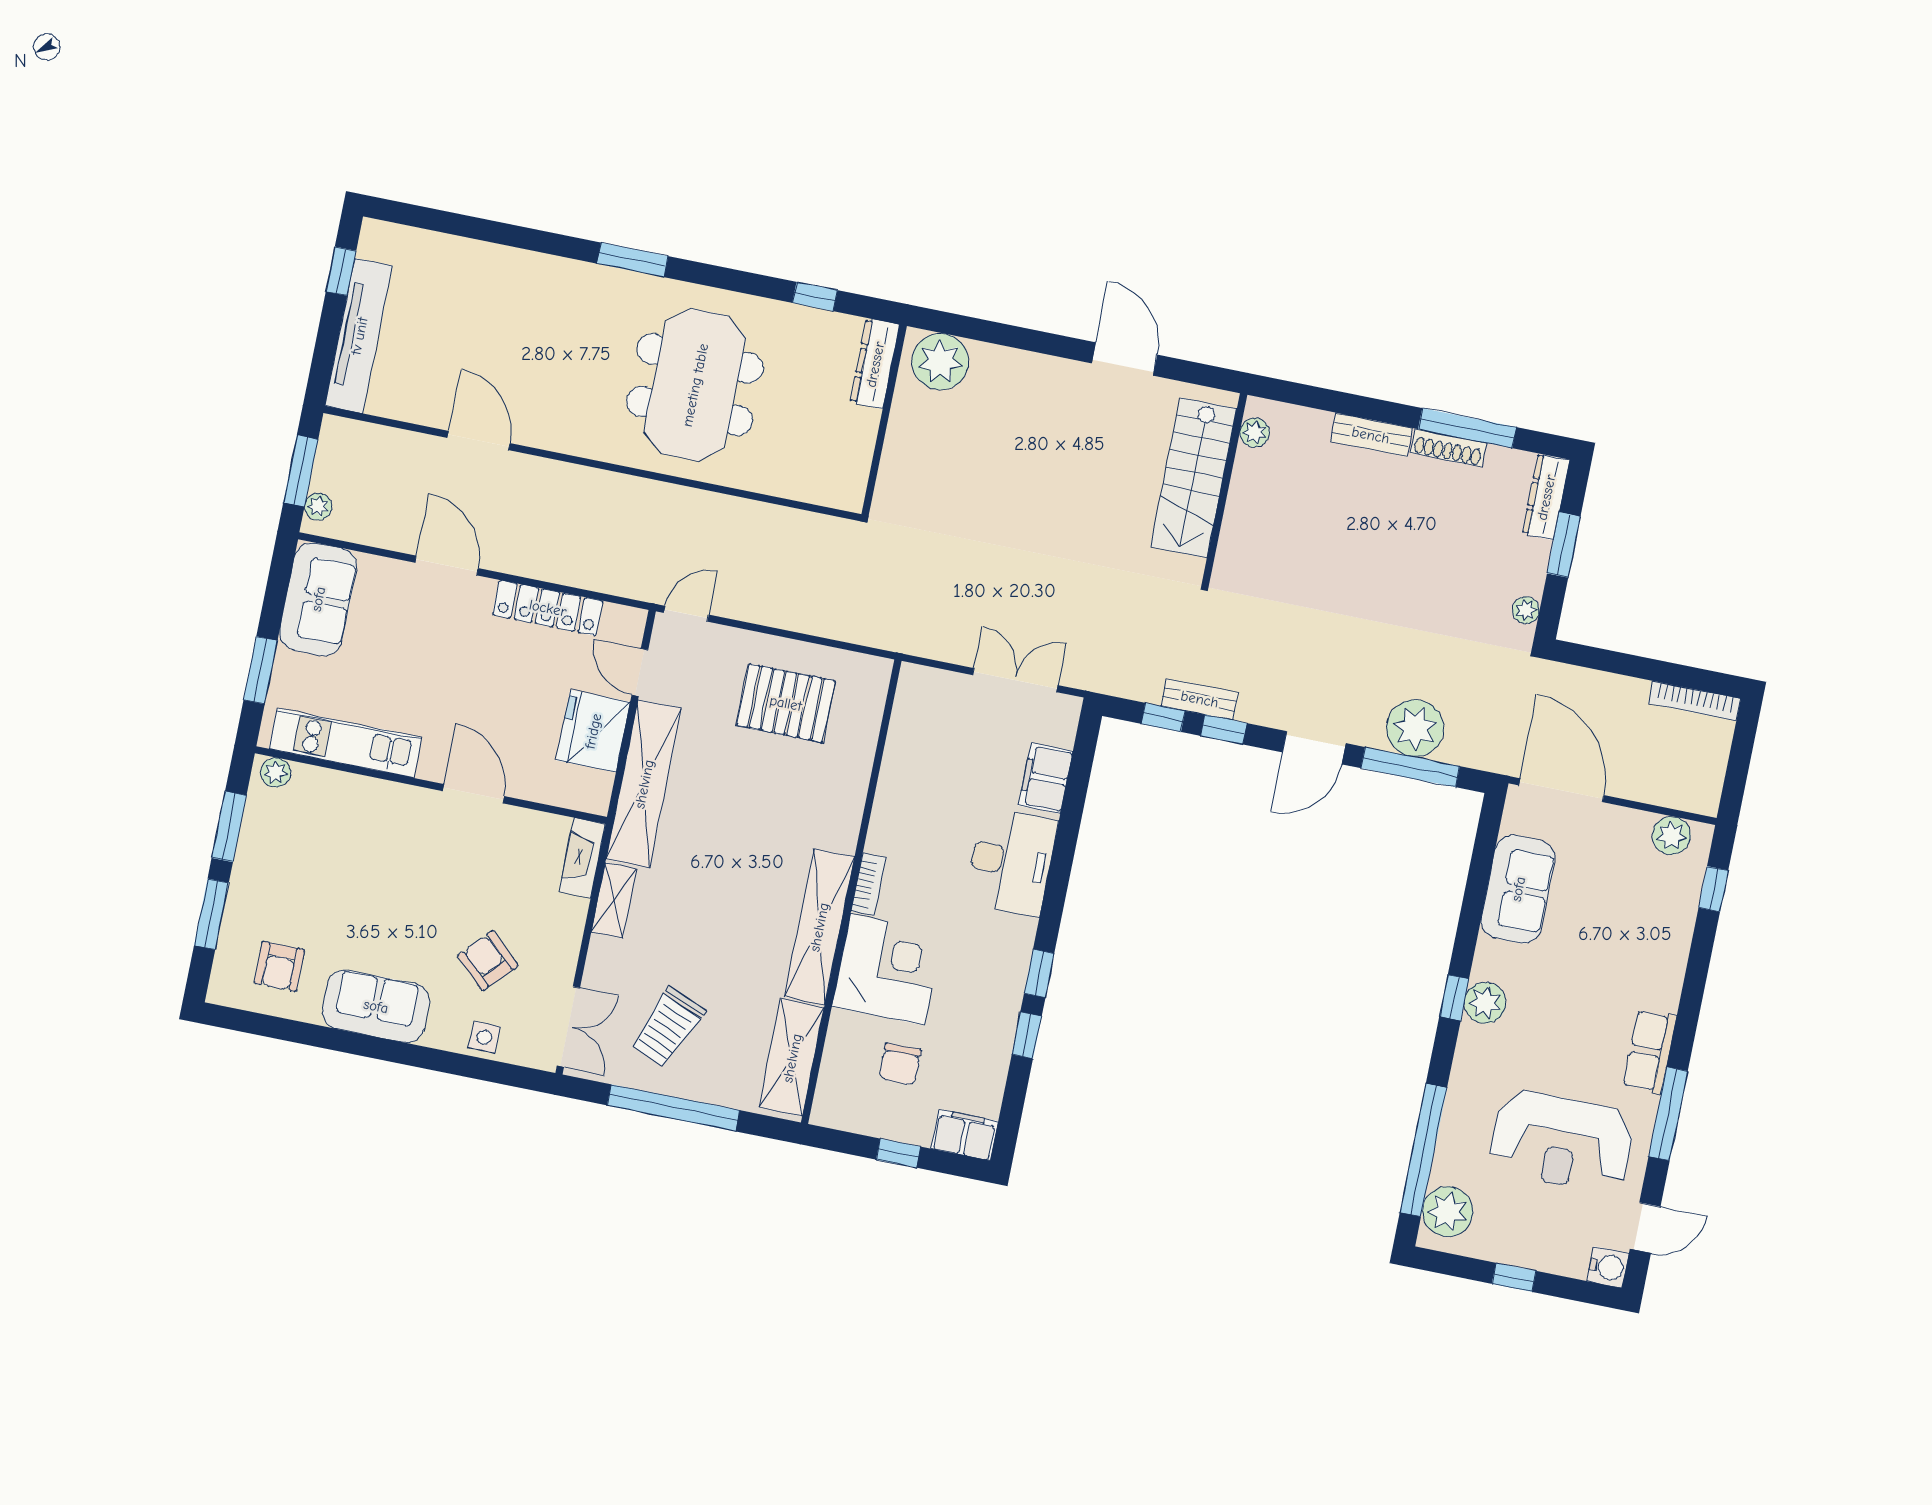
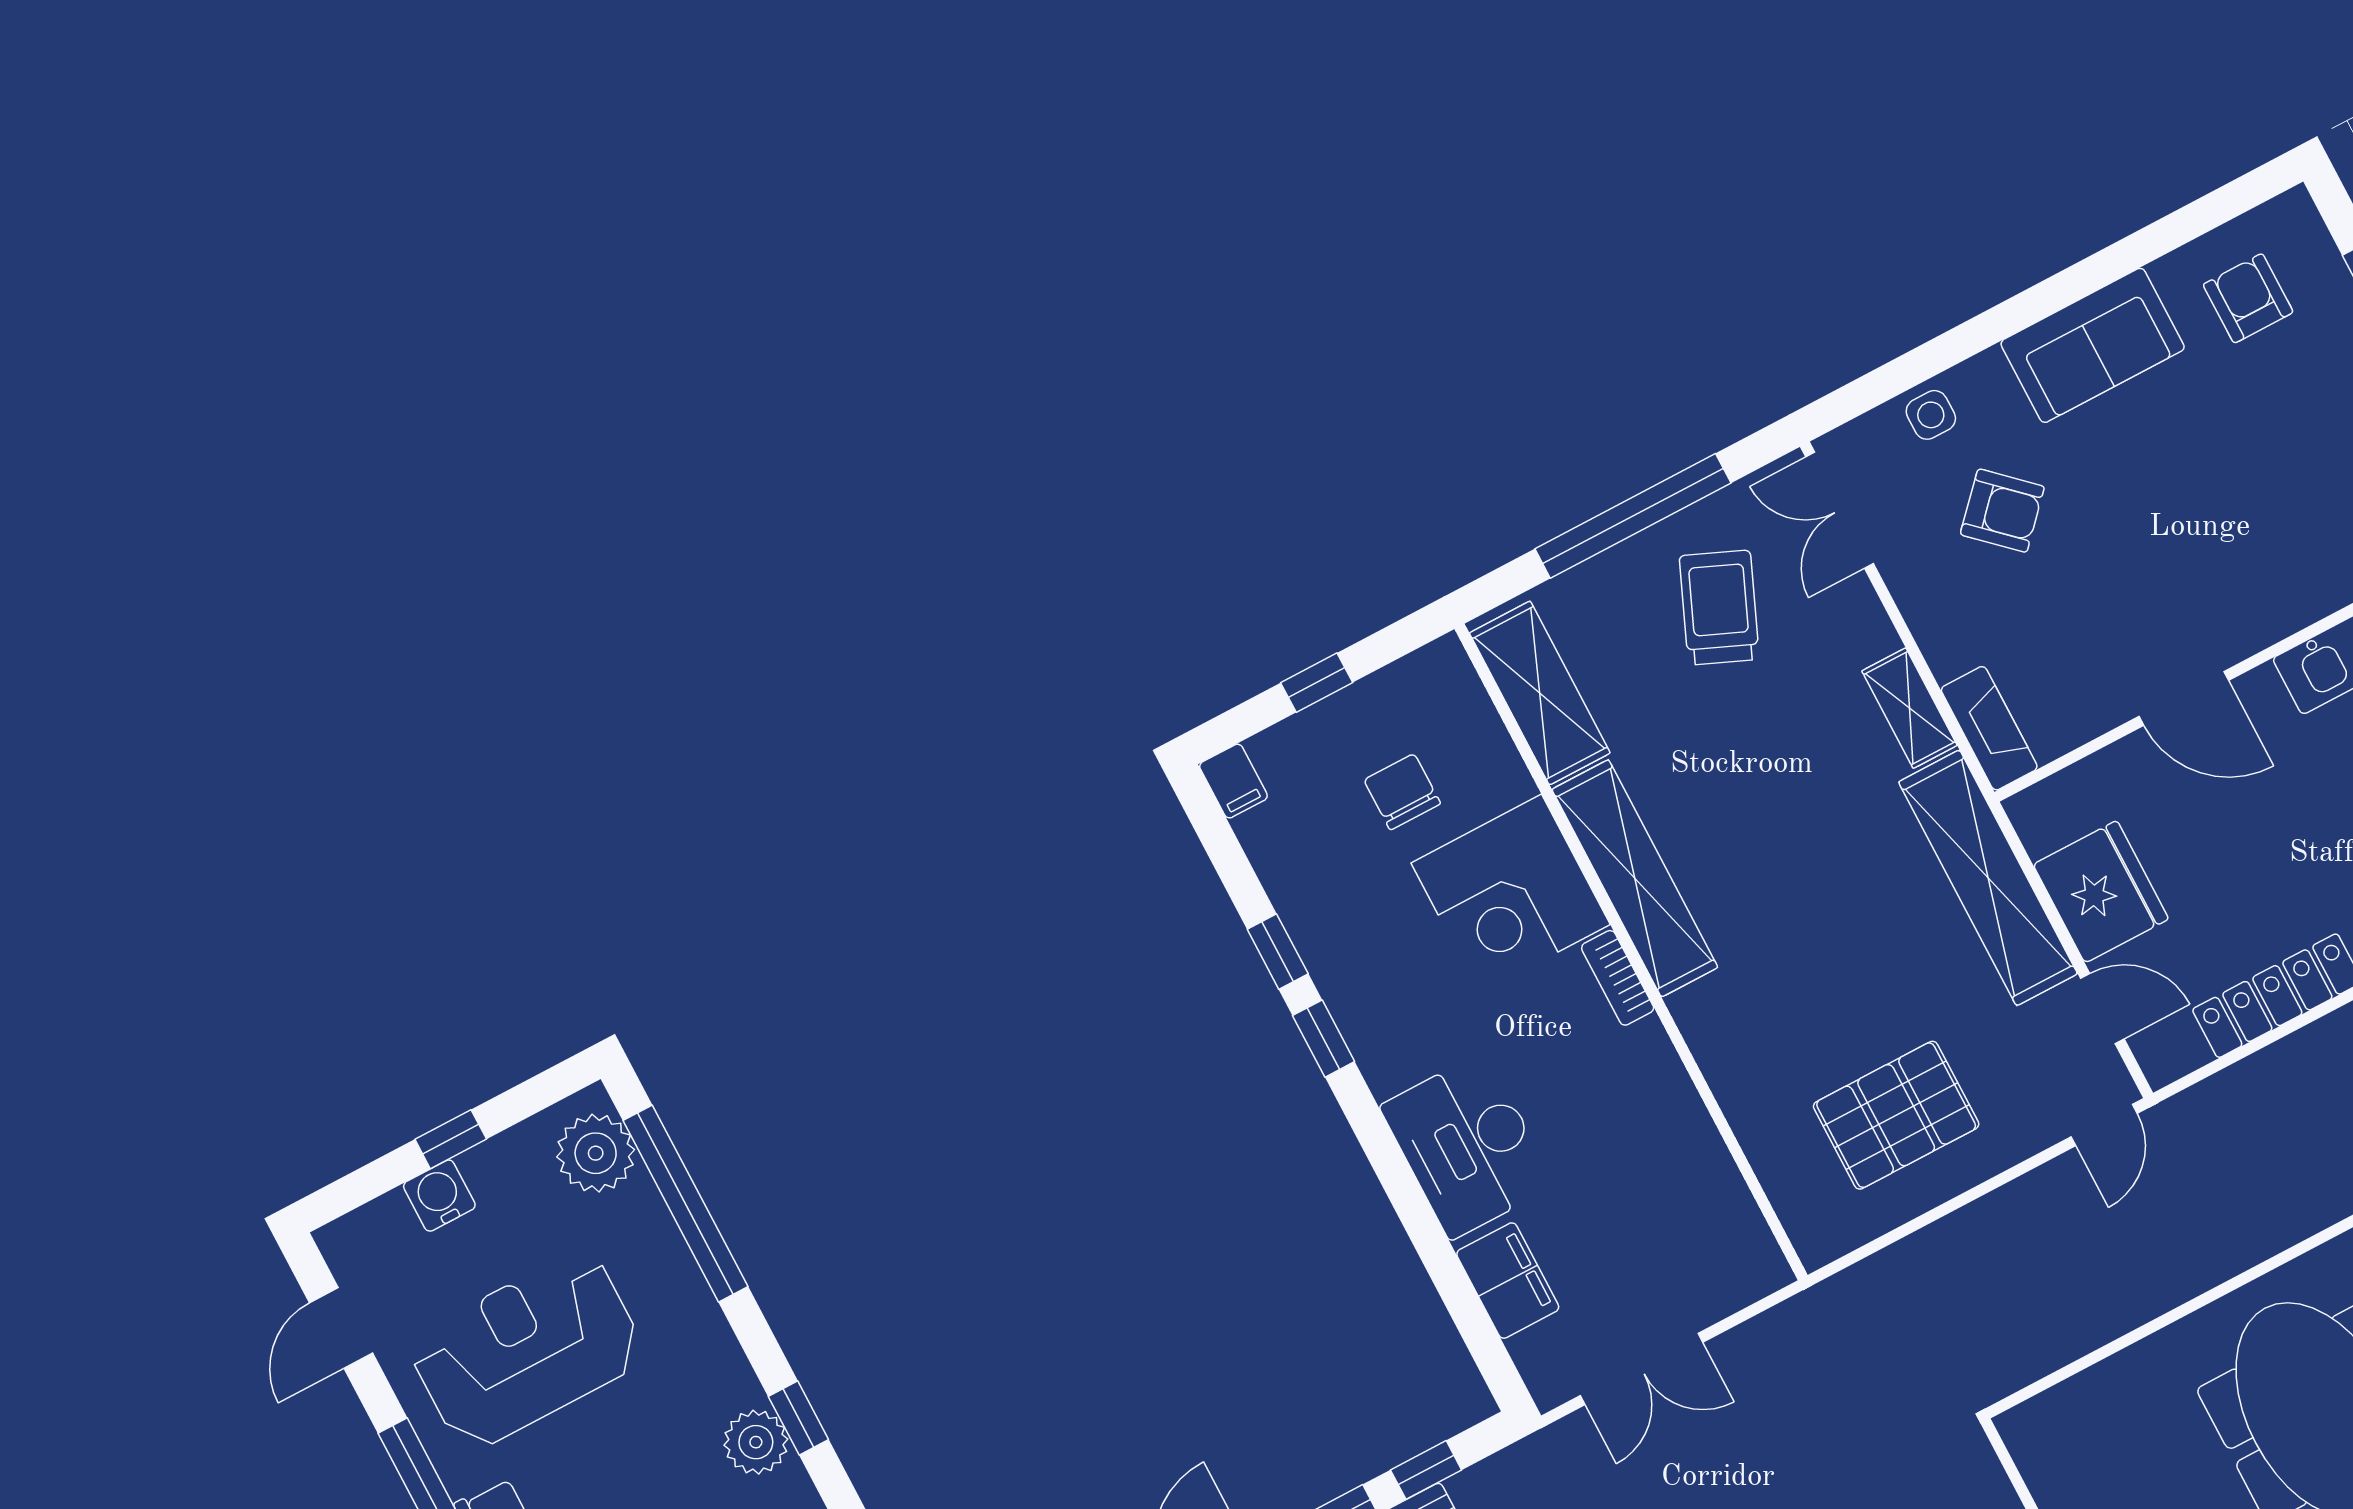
filing cabinet: (965, 1135) -> (1233, 781), width x0.50
water cooler: (1608, 1267) -> (439, 1196), moved, turned 90

